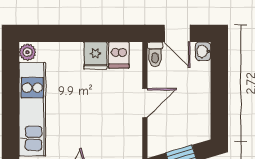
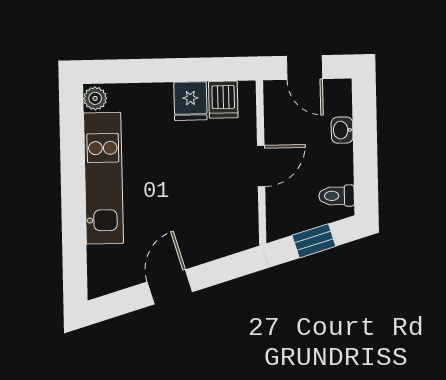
washbasin: (203, 51) -> (342, 130), moved
toilet: (155, 54) -> (337, 196), moved, turned 90

